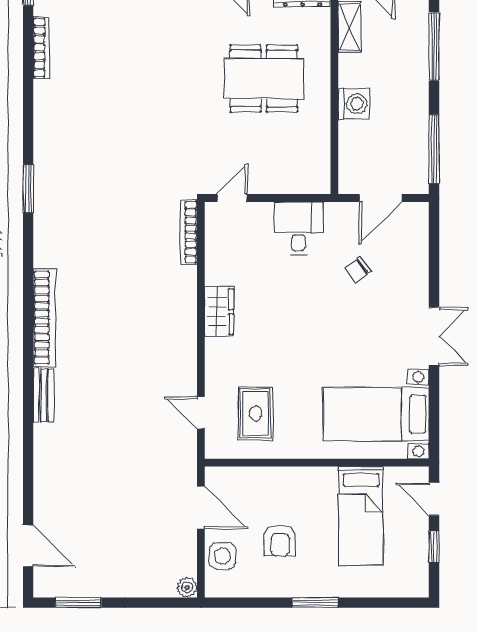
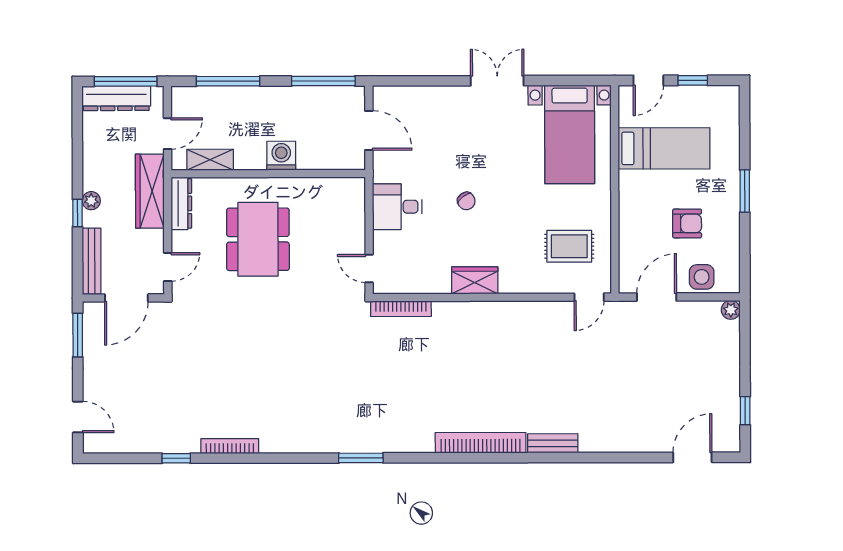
chair: (358, 269) -> (466, 201), moved
door: (201, 413) -> (589, 297), moved
window: (78, 603) -> (745, 411), width x0.67

